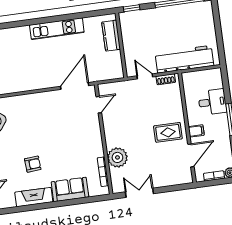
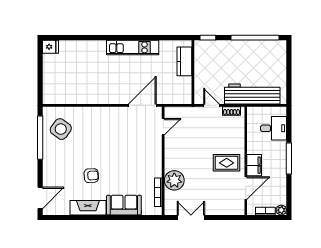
desk: (212, 102) -> (274, 128), moved
filing cabinet: (196, 131) -> (254, 165), width x2.00

